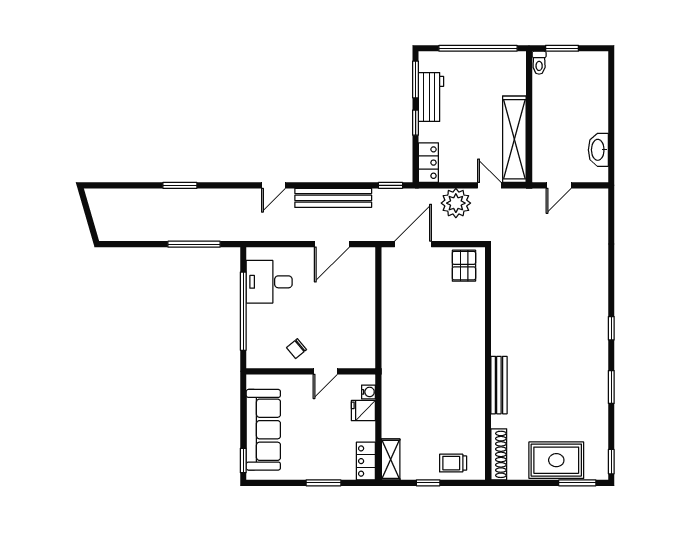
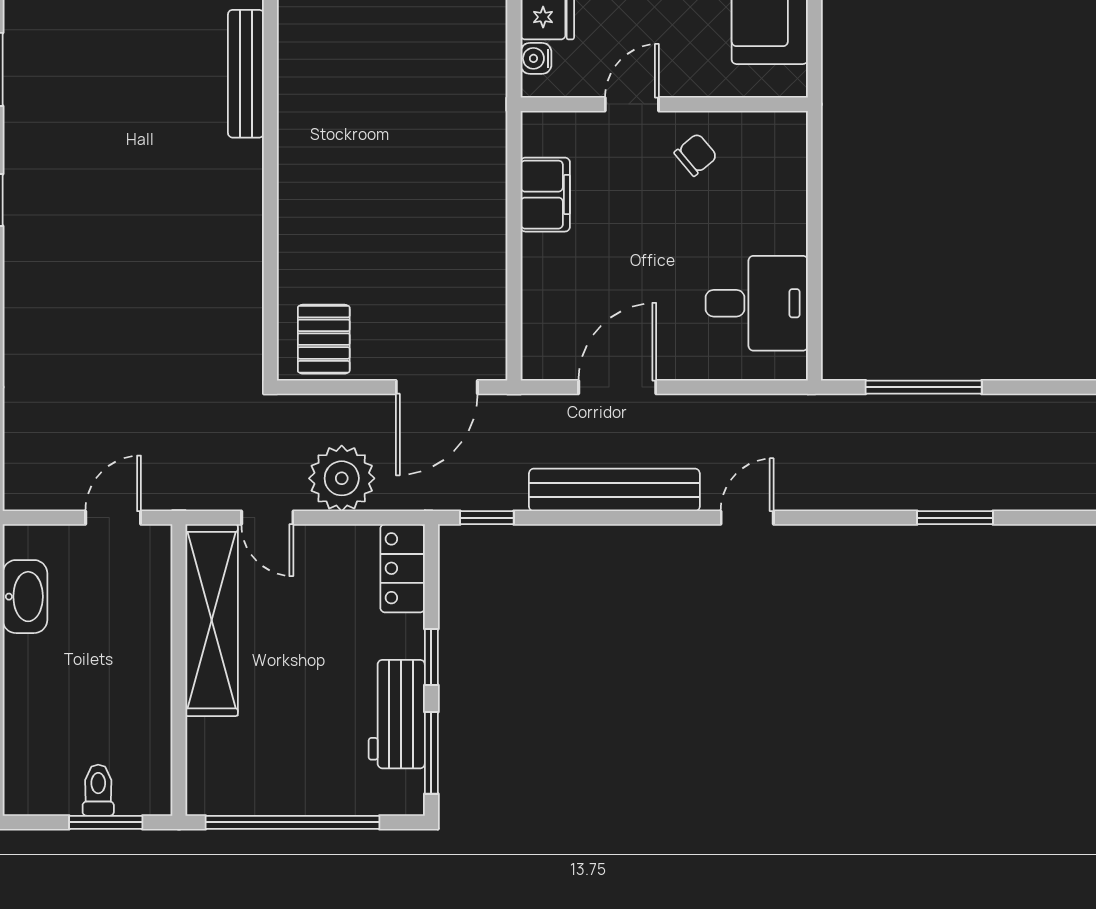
toilet: (539, 63) -> (98, 790), moved
window: (243, 311) -> (814, 238), removed
filing cabinet: (364, 331) -> (545, 195), added

